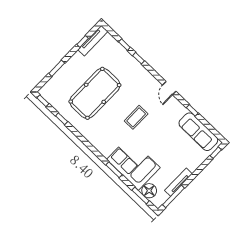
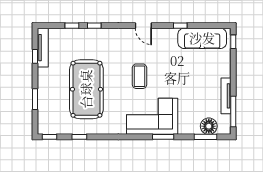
corner sofa: (133, 163) -> (152, 116), moved

